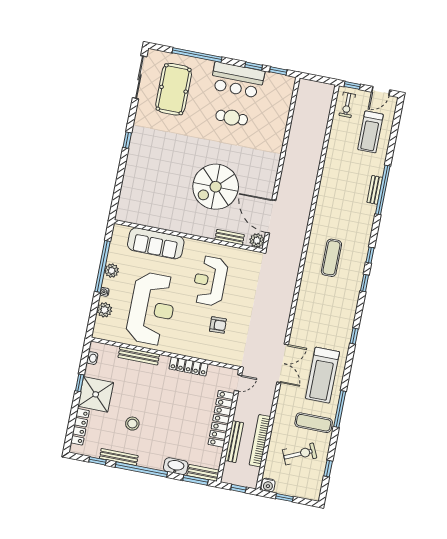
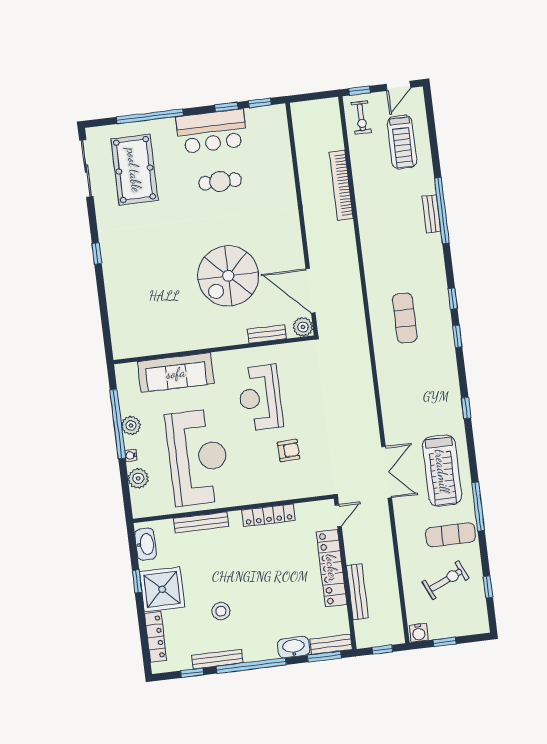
washbasin: (92, 358) -> (146, 544), width x1.91, depth x1.45
bookcase: (260, 441) -> (341, 185), moved

